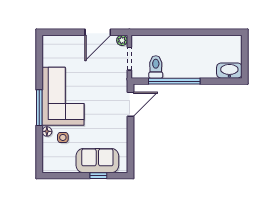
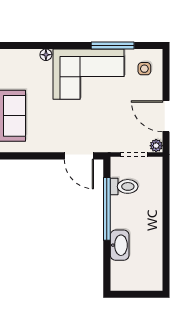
washbasin: (229, 71) -> (120, 245), moved
window: (39, 108) -> (113, 45), moved
side table: (63, 137) -> (144, 69), moved

